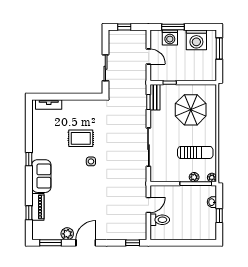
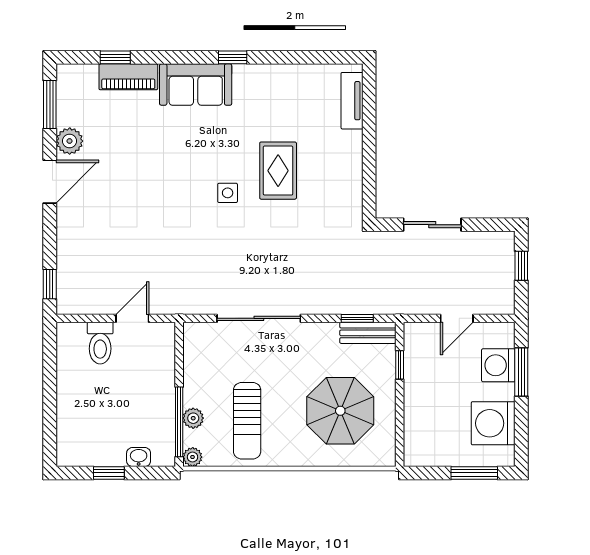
door: (148, 205) -> (132, 318), swing flipped
door: (86, 243) -> (50, 182), hinge flipped

